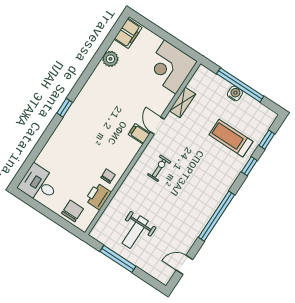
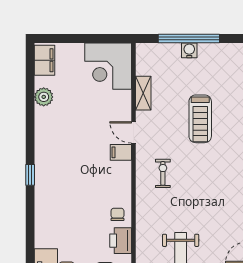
treadmill: (231, 138) -> (200, 119), moved, turned -90

